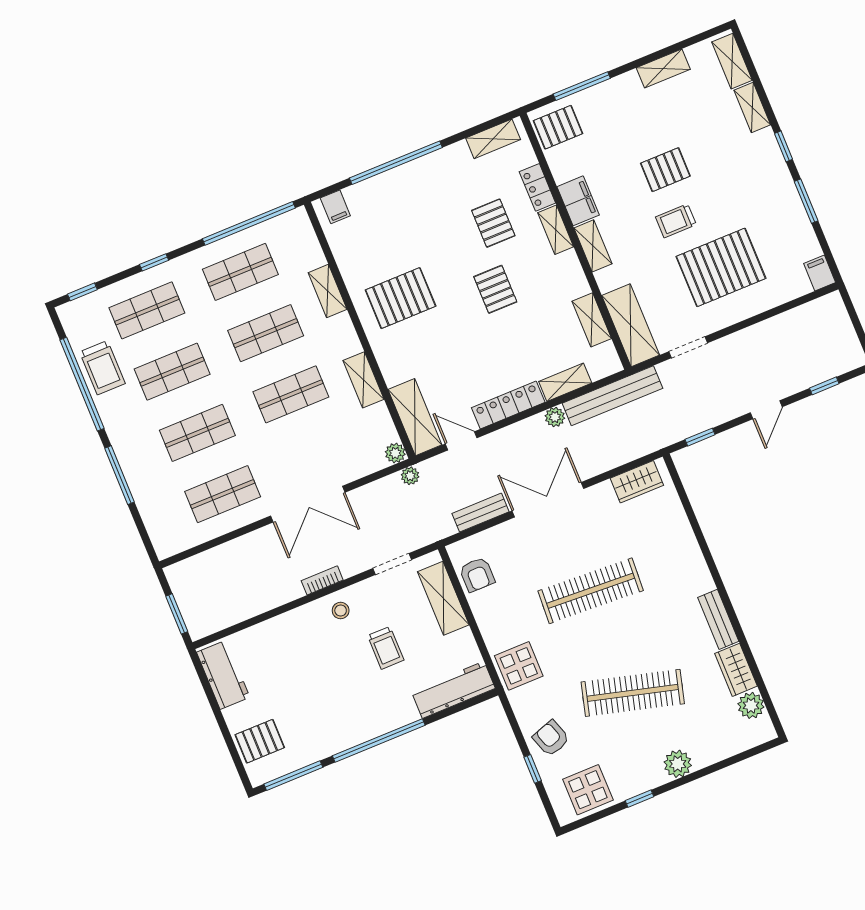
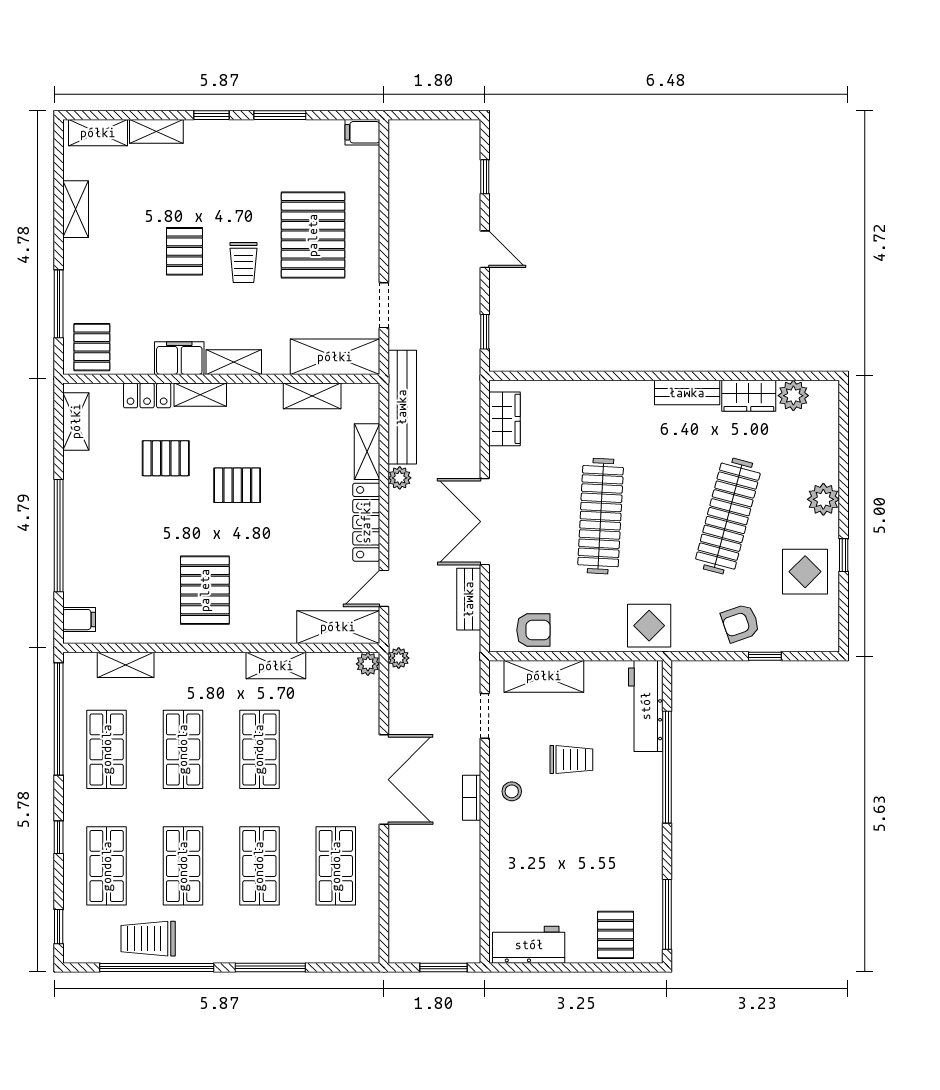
shelving: (328, 291) -> (126, 665), moved
trolley: (102, 368) -> (148, 939), turned 180
window: (379, 740) -> (667, 767), moved
display table: (588, 790) -> (805, 572), moved

